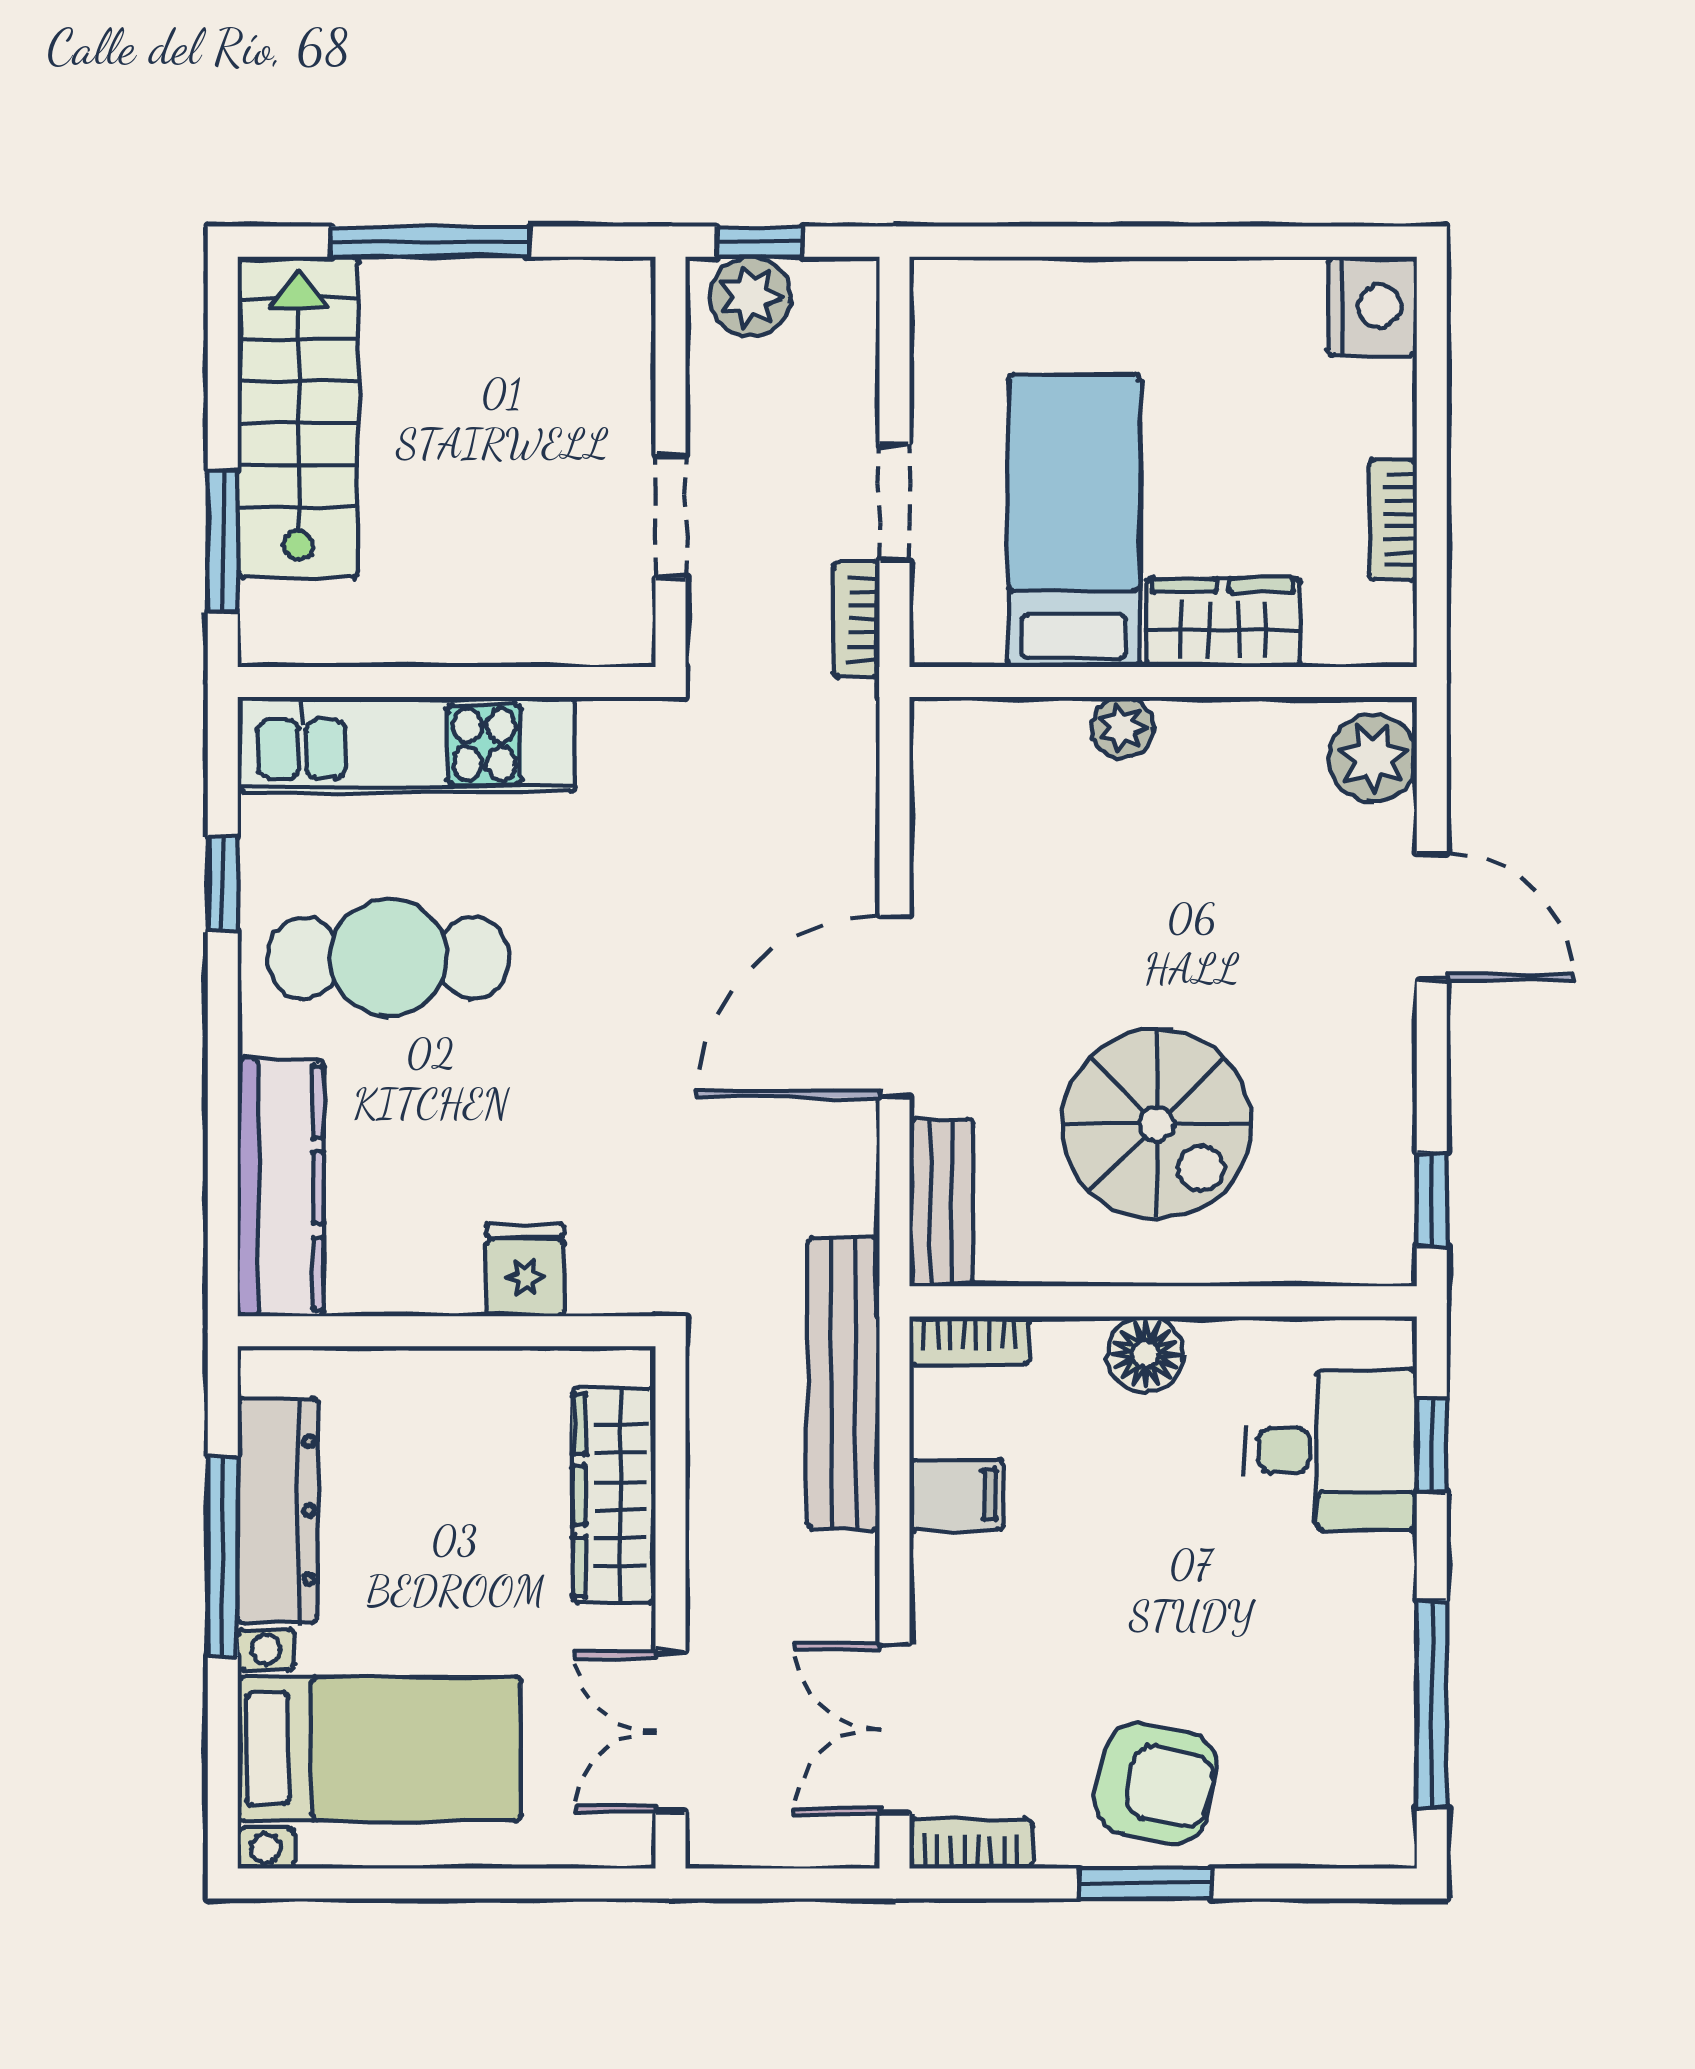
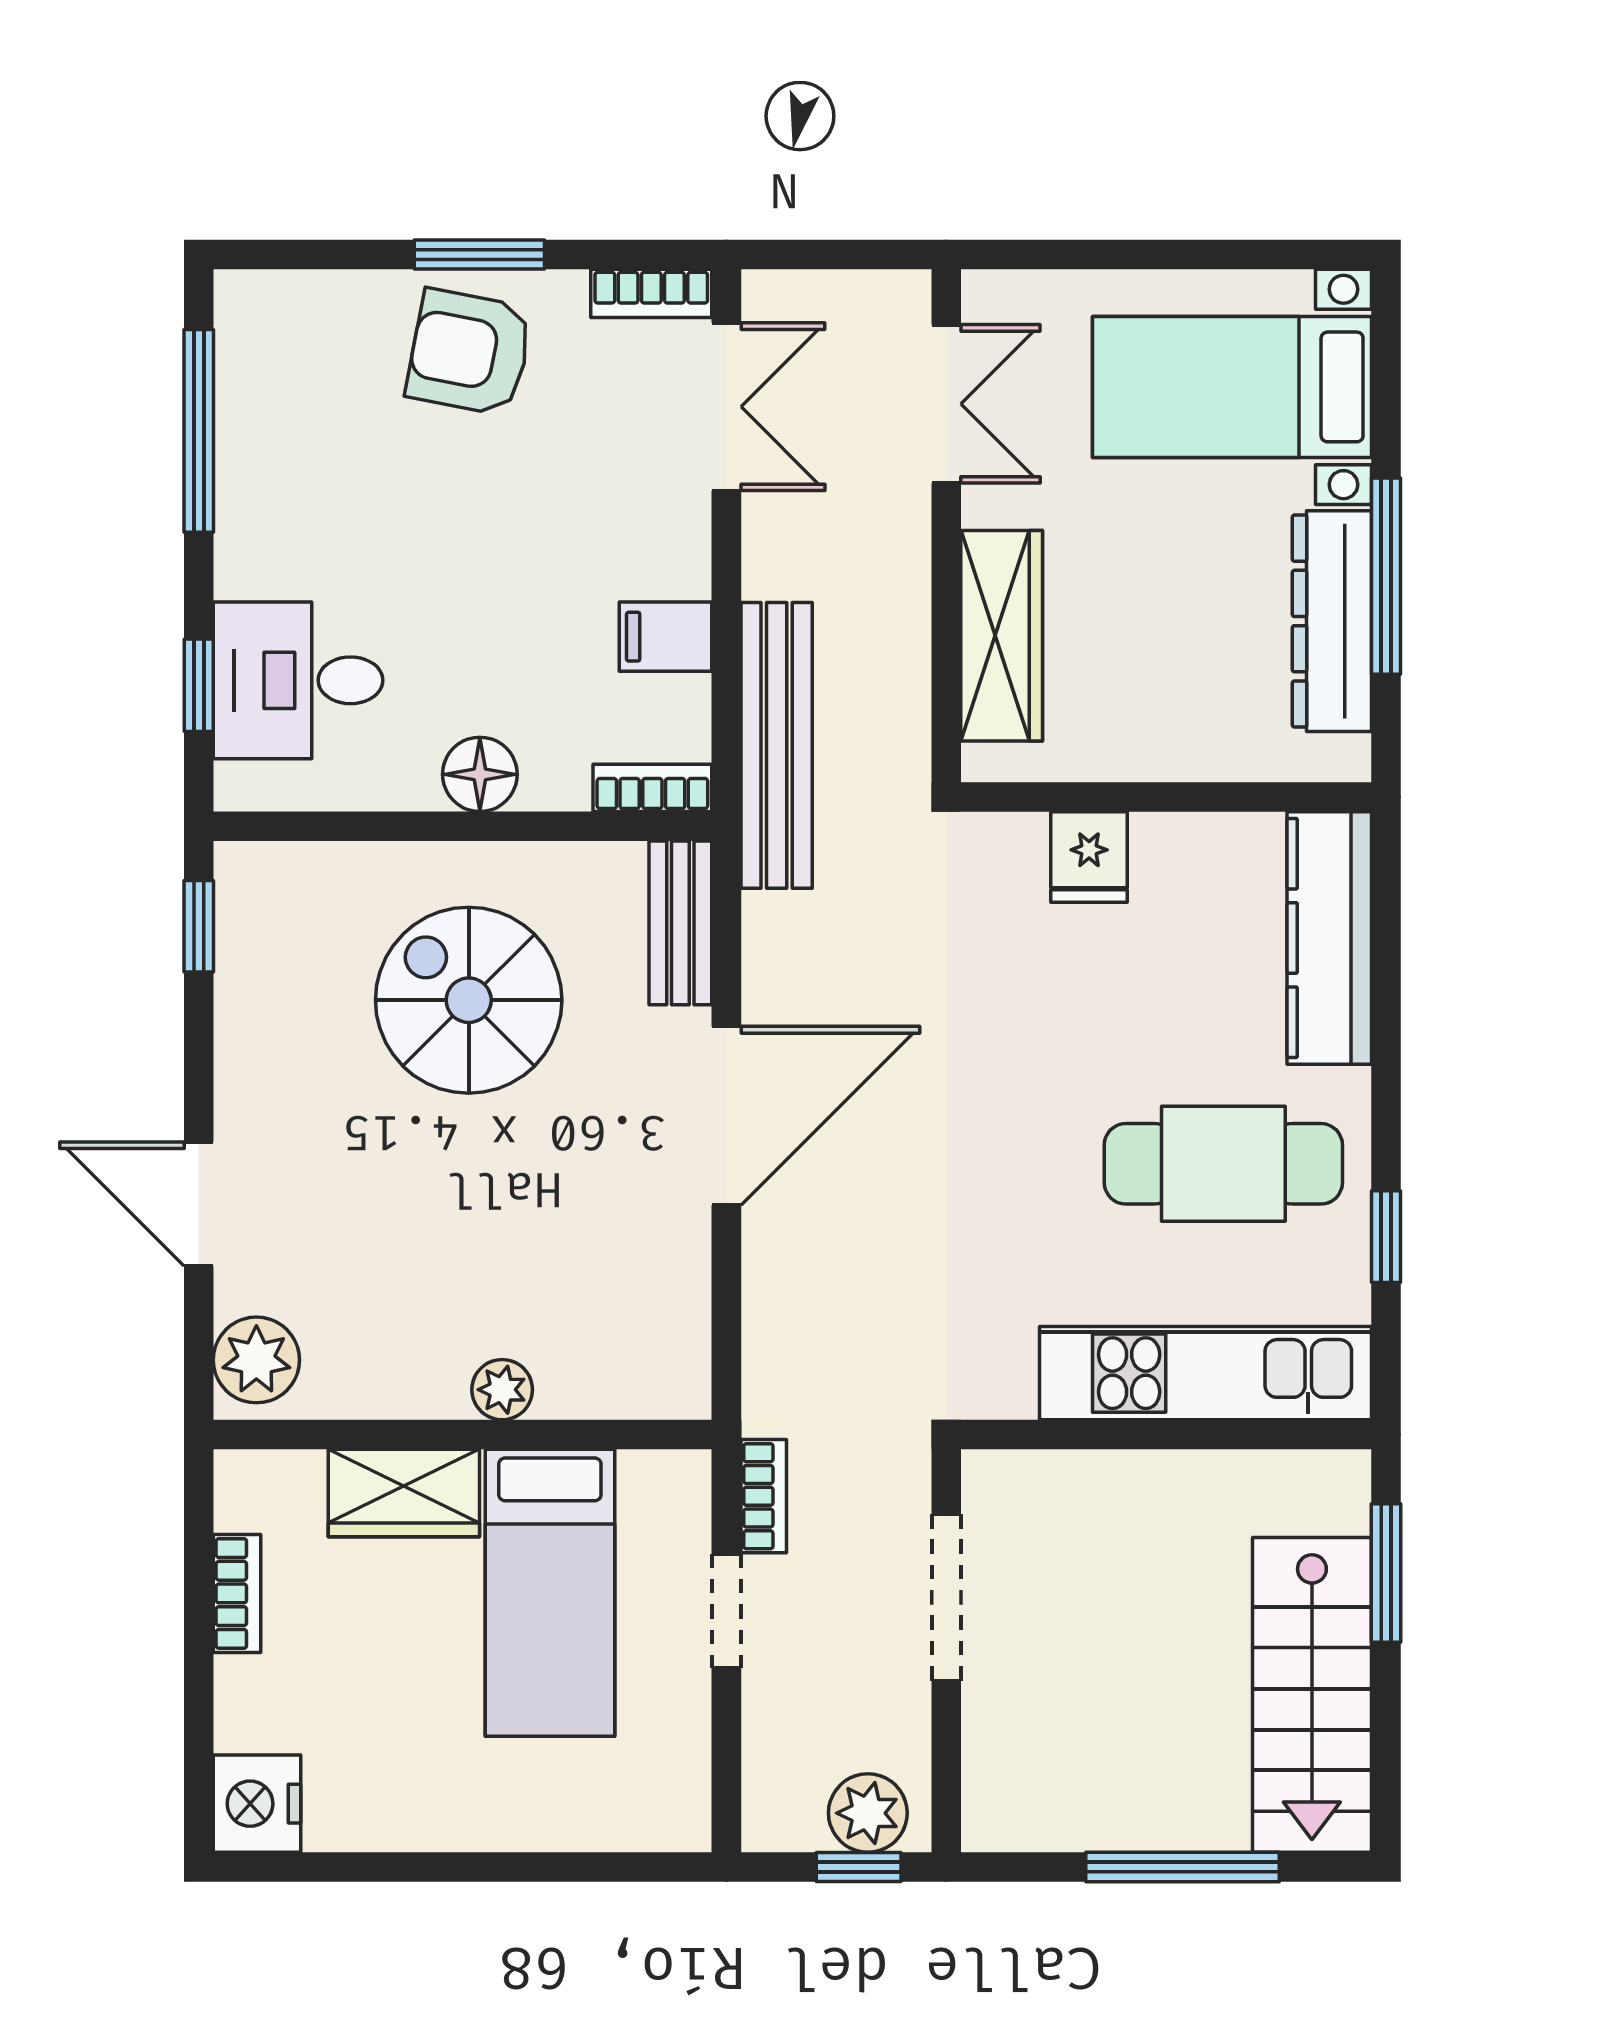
doorway: (671, 516) -> (946, 1597), width x1.38

